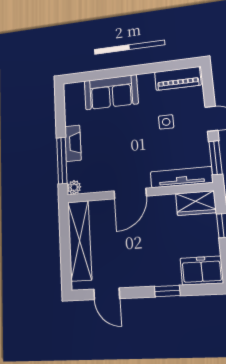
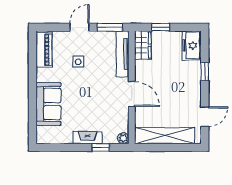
window: (62, 160) -> (101, 147), width x0.46

